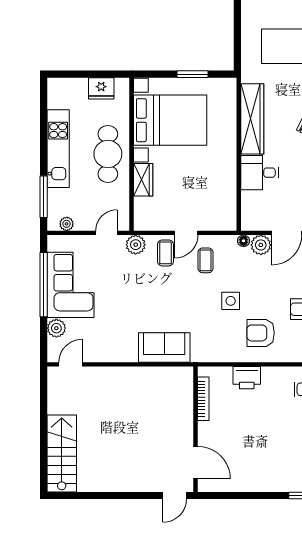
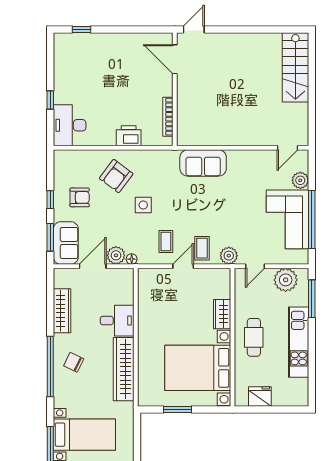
cafe table: (108, 154) -> (254, 337), width x0.73, depth x0.74
plant: (67, 224) -> (286, 280), width x1.87, depth x1.87
armchair: (261, 333) -> (116, 176), turned 127

